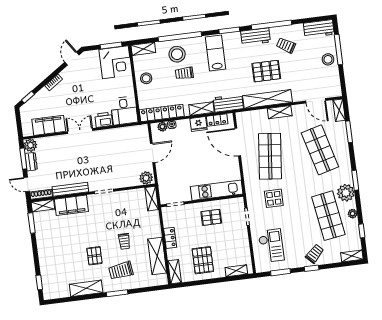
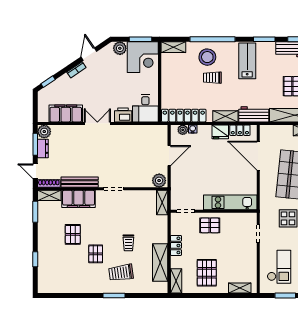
plant: (92, 56) -> (120, 48), added
door: (72, 58) -> (89, 54), moved
stool: (146, 78) -> (172, 78), removed
pallet: (211, 217) -> (210, 225), moved
pallet: (70, 240) -> (73, 234), added
window: (39, 282) -> (35, 259), moved
shelving: (86, 288) -> (83, 286), removed

